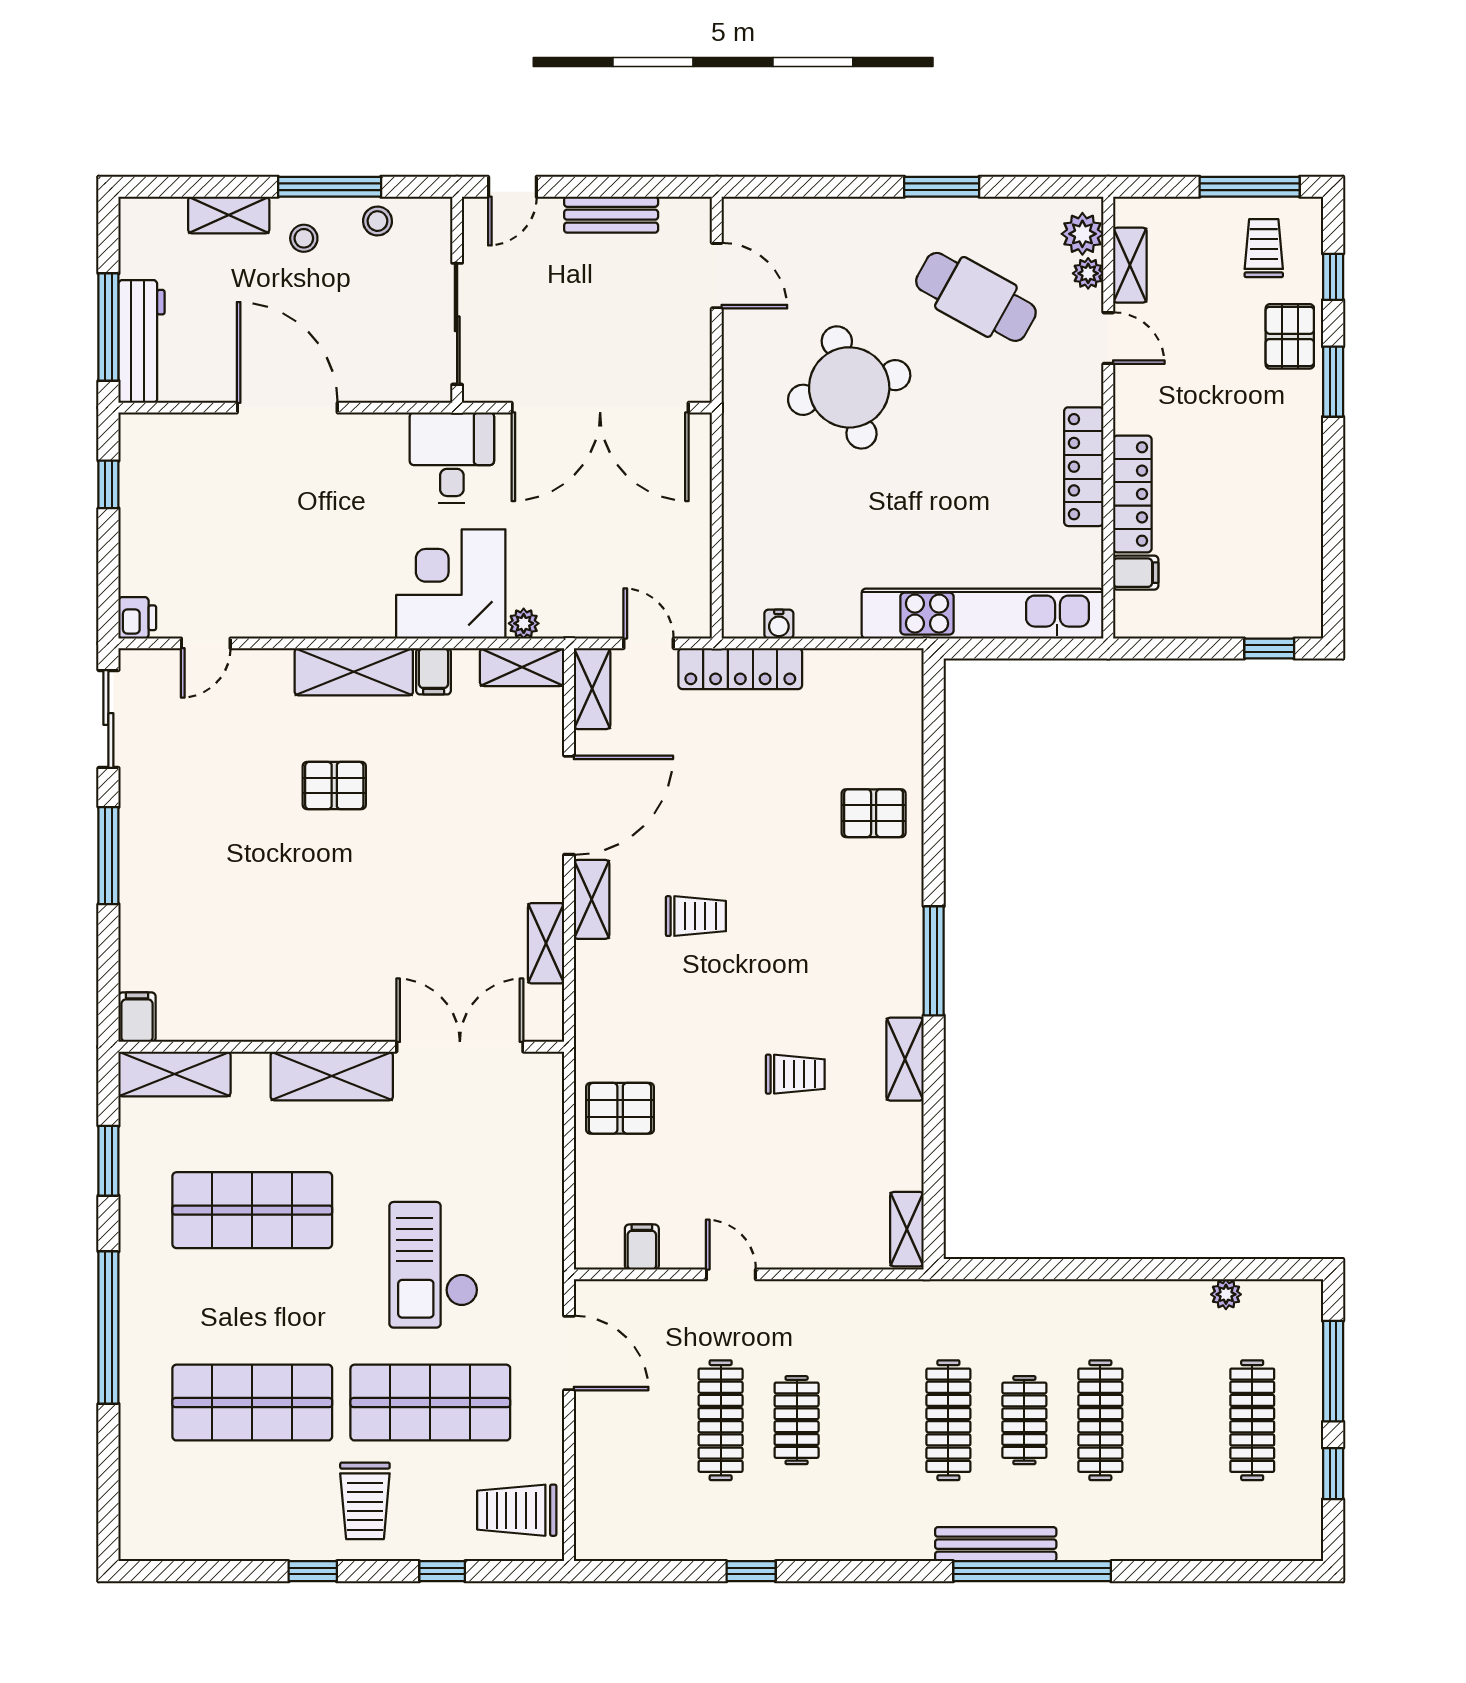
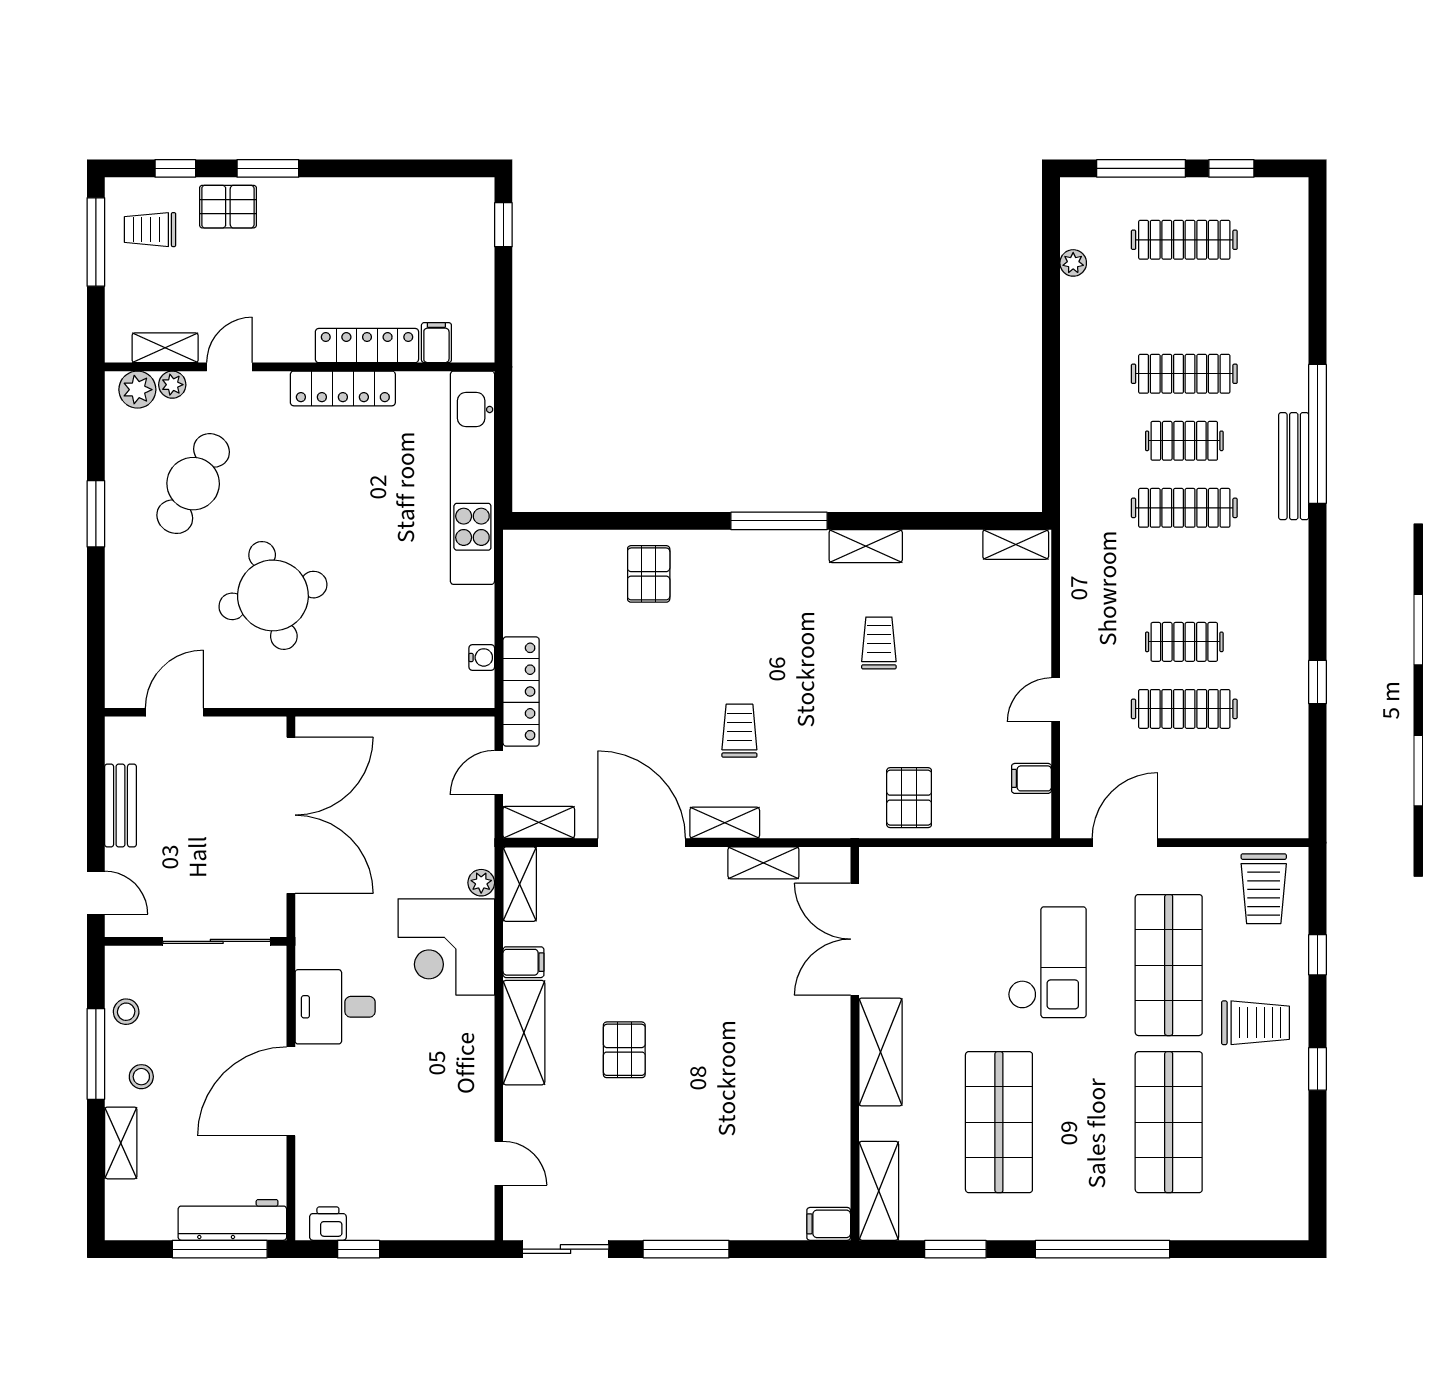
desk: (452, 458) -> (335, 1007), moved
printer: (137, 618) -> (328, 1224), moved
checkout: (433, 1265) -> (1047, 962), turned -90

